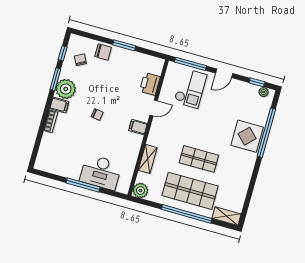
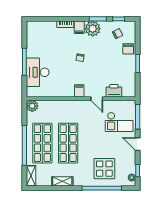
display table: (247, 136) -> (104, 169), moved
shelving: (148, 159) -> (62, 181), moved
shop shelf: (199, 159) -> (68, 143), width x1.43, depth x1.36

